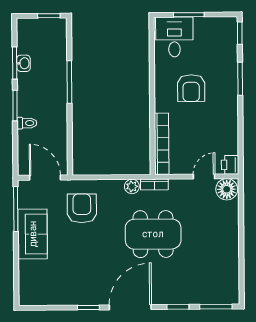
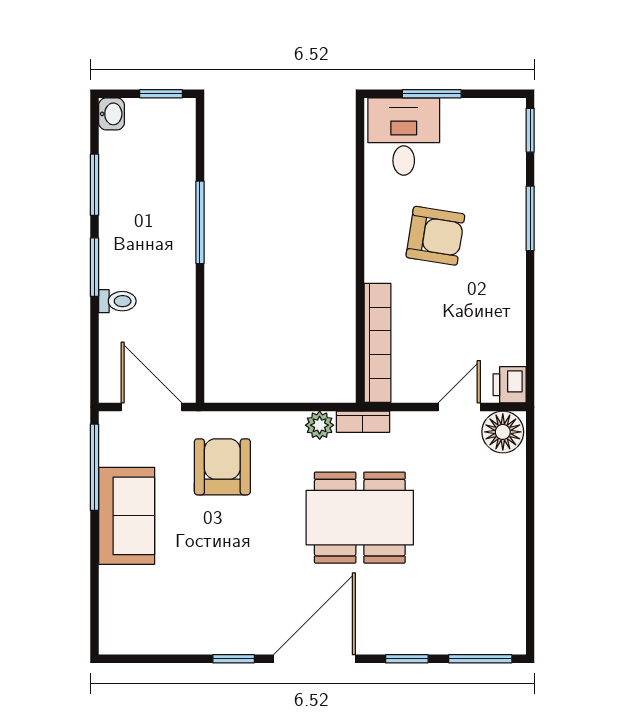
washbasin: (24, 63) -> (111, 114), moved
armchair: (191, 88) -> (435, 236), turned -81

